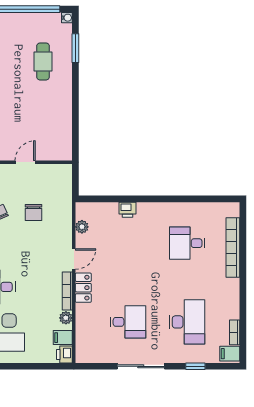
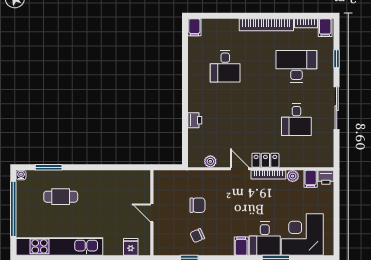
filing cabinet: (230, 209) -> (194, 27), added
bookcase: (233, 247) -> (266, 25), moved
desk: (128, 322) -> (296, 120), turned 180

